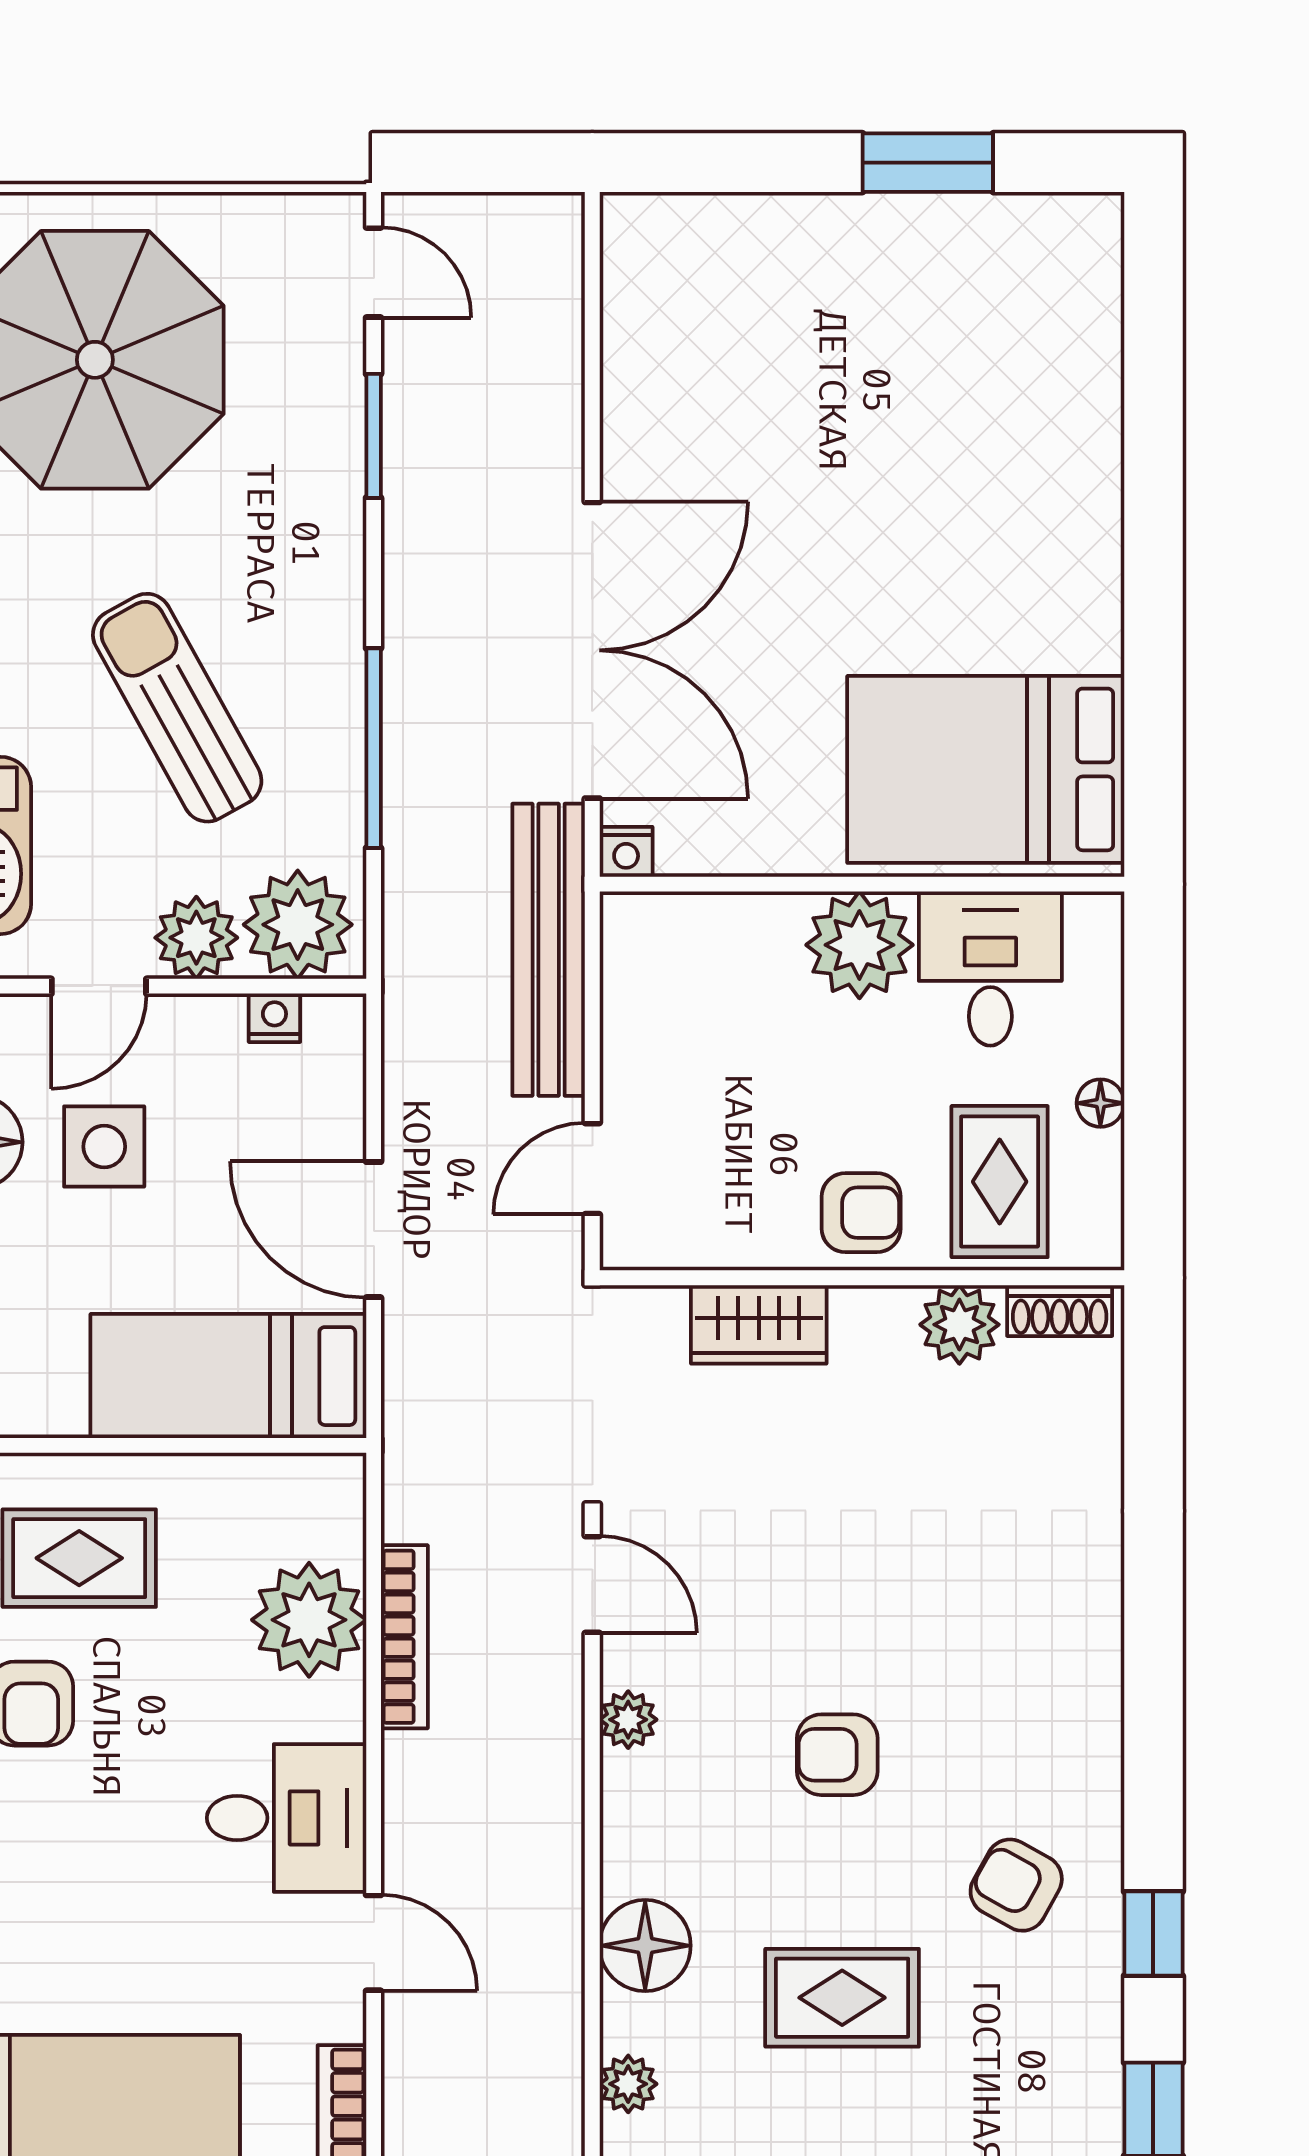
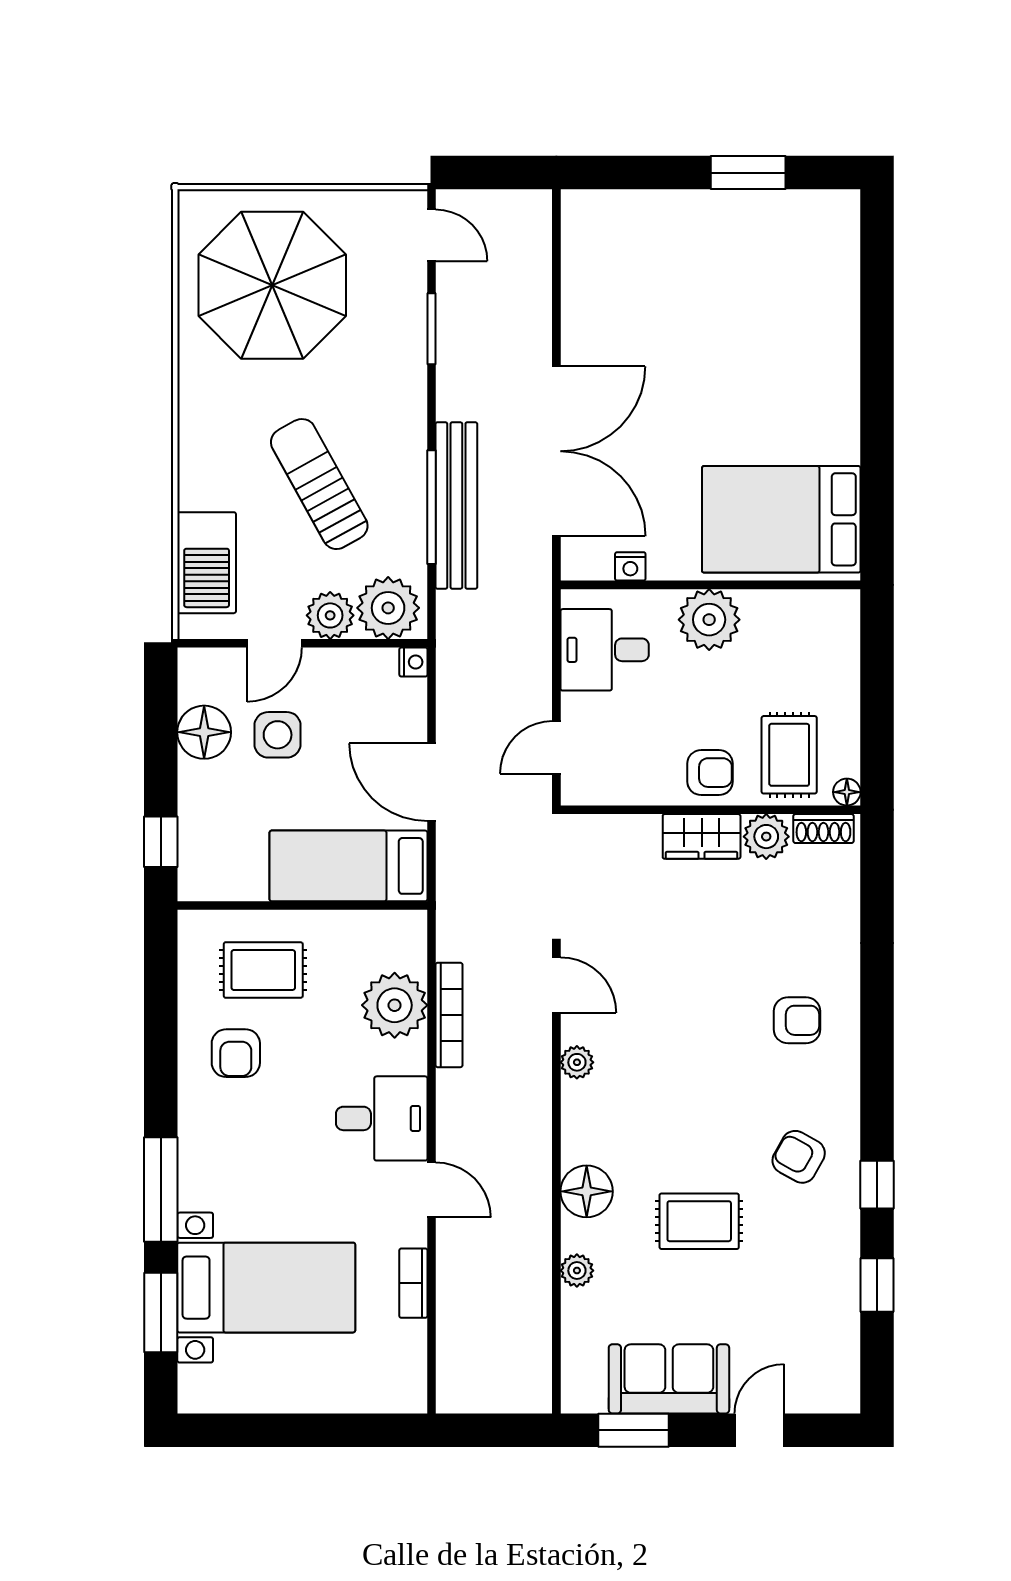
nightstand: (626, 852) -> (630, 566), moved
bench: (549, 950) -> (456, 506), moved
desk: (990, 969) -> (605, 650), moved, turned -90
nightstand: (274, 1018) -> (413, 662), moved, turned 90
floor lamp: (1100, 1103) -> (847, 792), moved
wardrobe: (759, 1324) -> (702, 836), moved
armchair: (837, 1755) -> (797, 1020), moved, turned 180

